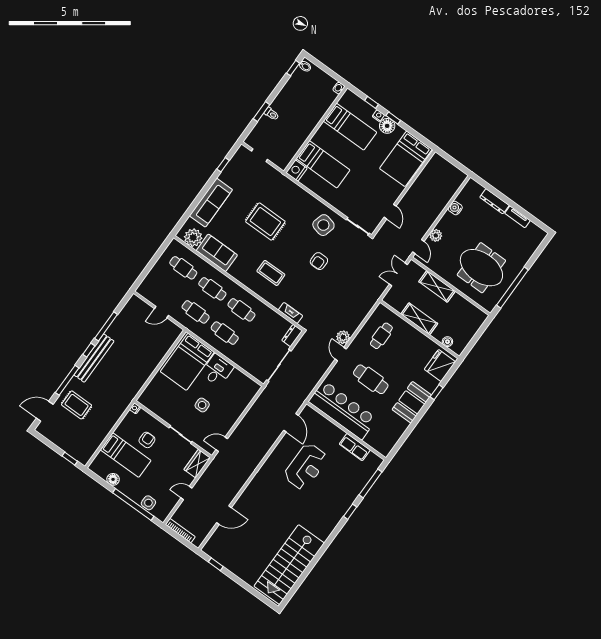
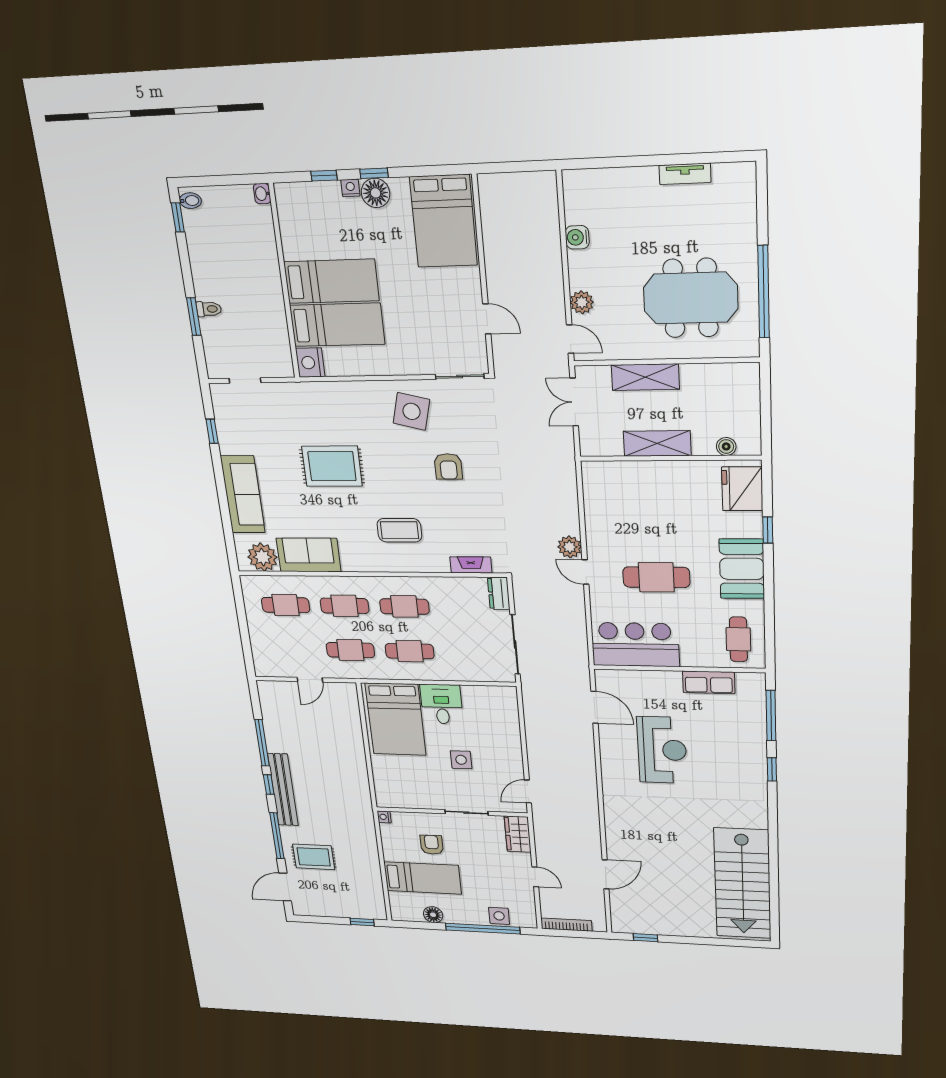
bed: (350, 127) -> (331, 281), moved
dresser: (494, 201) -> (629, 178), removed
cafe table: (381, 336) -> (738, 639), moved
bar counter: (343, 410) -> (635, 645), width x0.73
door: (186, 493) -> (535, 877), swing flipped

